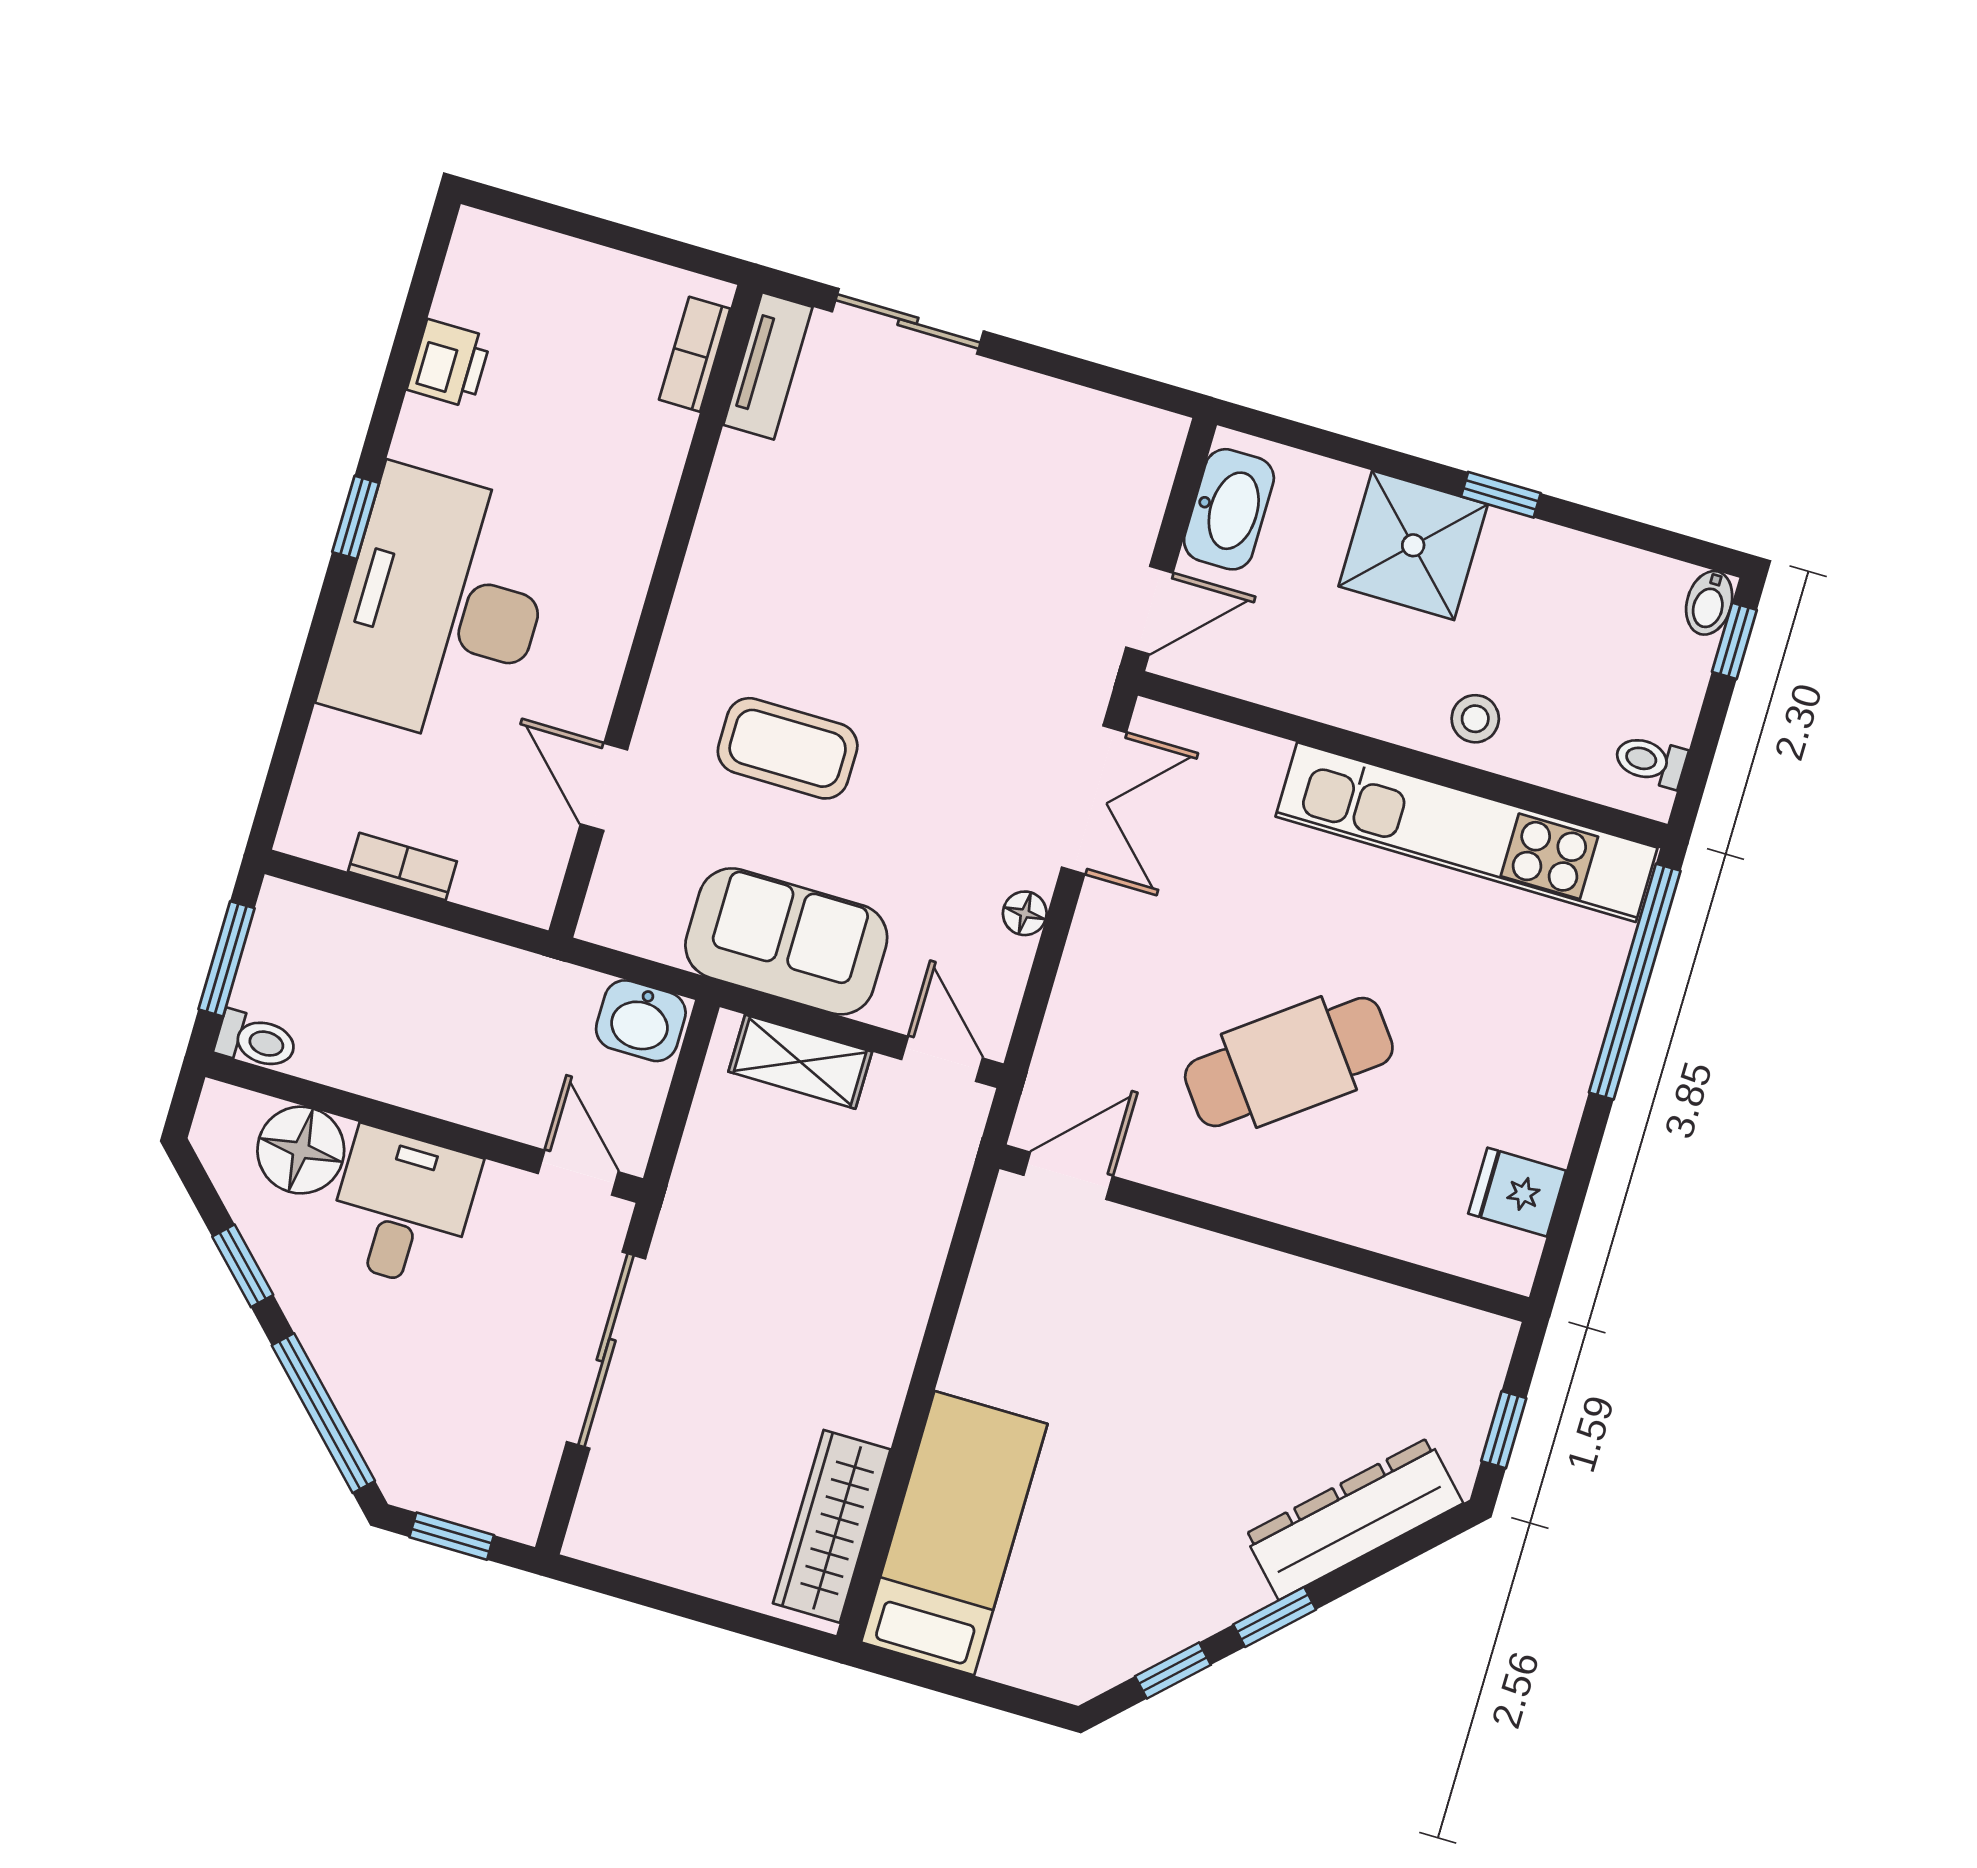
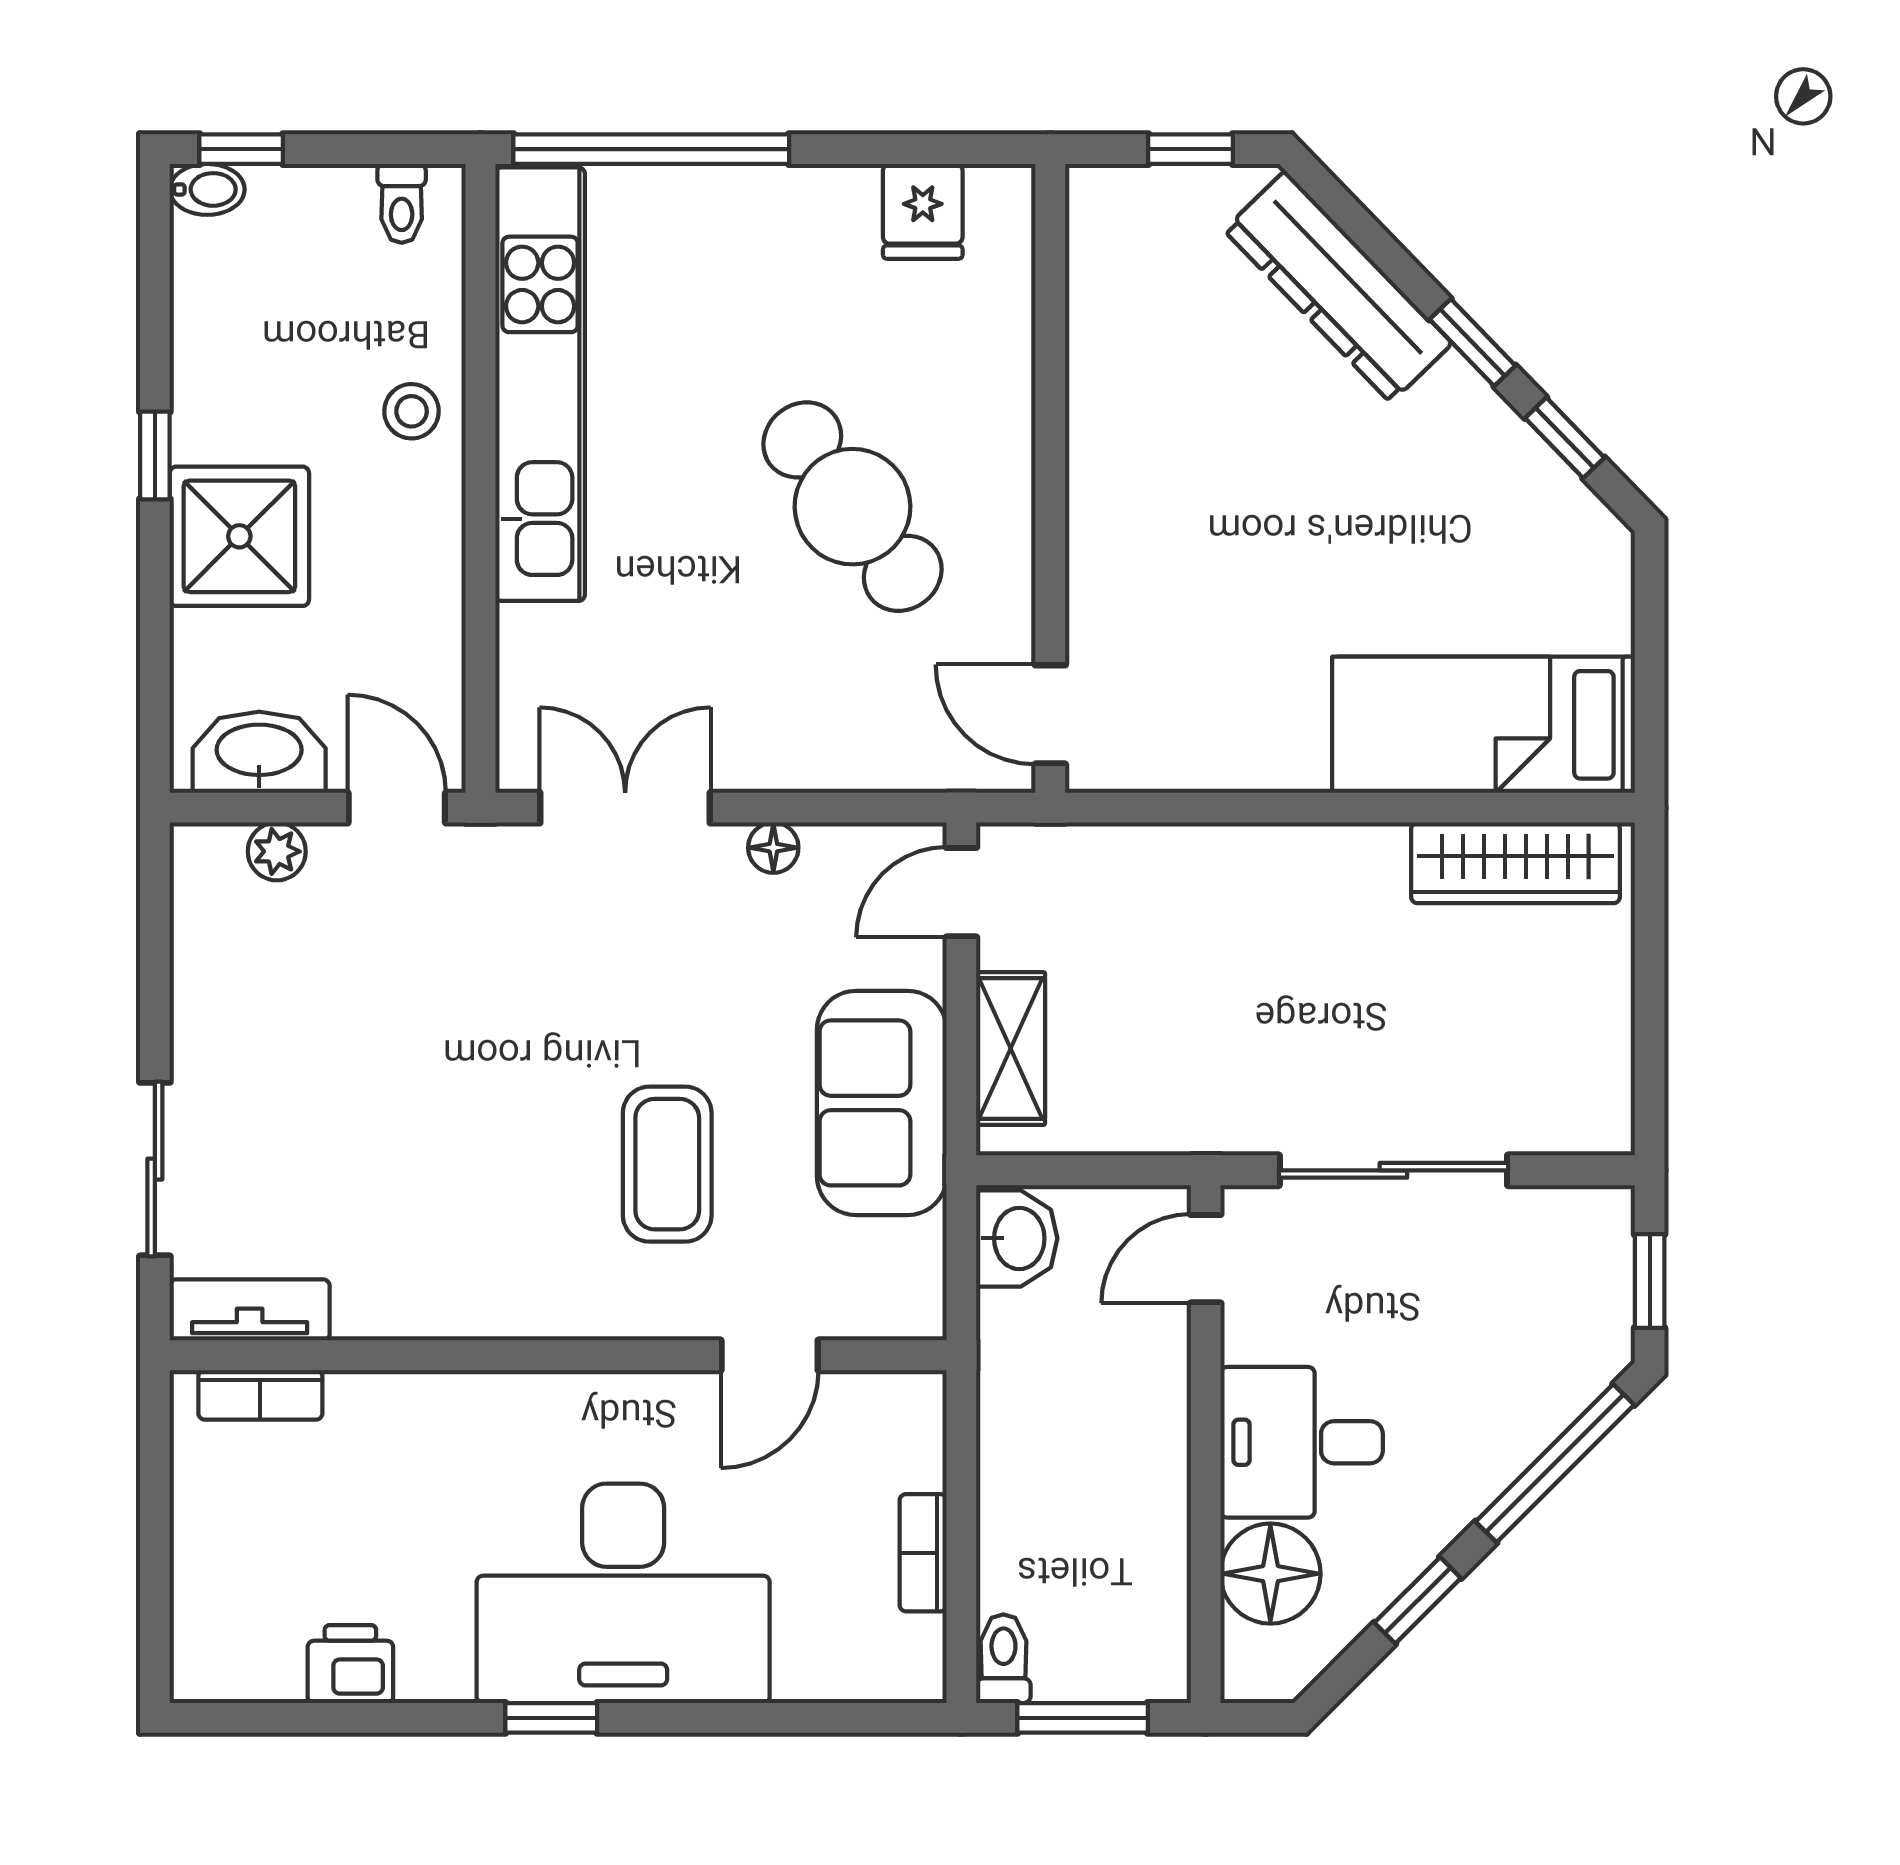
plant: (1142, 500) -> (277, 851), added
toilet: (256, 1041) -> (1003, 1659), moved

